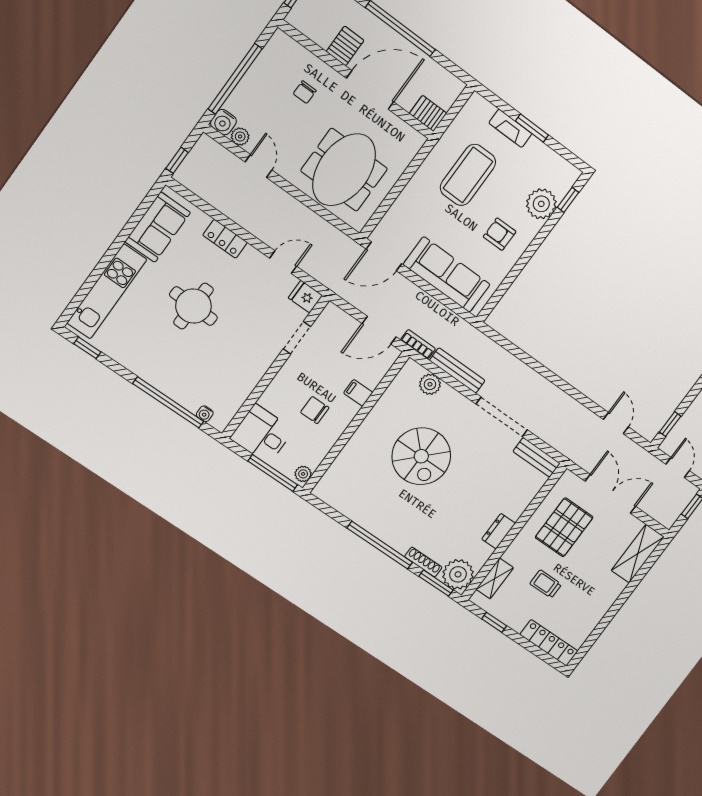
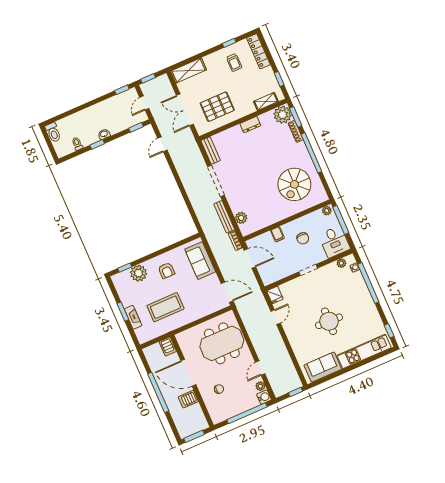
locker: (225, 239) -> (296, 344), removed
door: (283, 262) -> (276, 317), swing flipped
sofa: (447, 274) -> (200, 261), width x0.73
doorway: (297, 338) -> (308, 270), moved
plant: (230, 408) -> (341, 263), added
spiral stairs: (421, 456) -> (294, 184), moved, turned 180
trolley: (546, 584) -> (234, 62), moved
window: (600, 629) -> (229, 43), added

